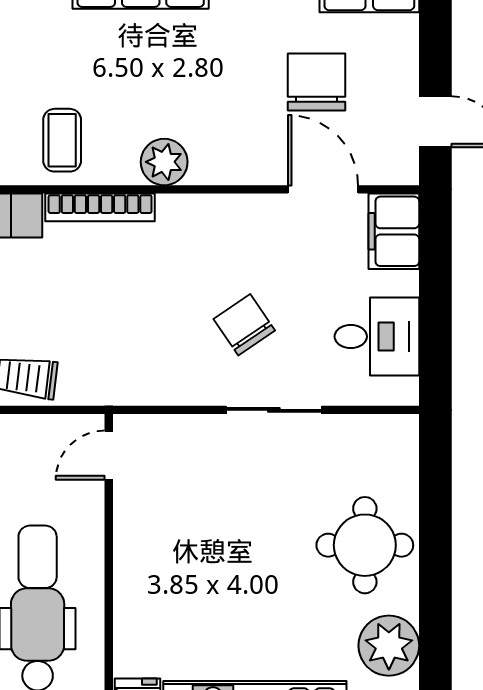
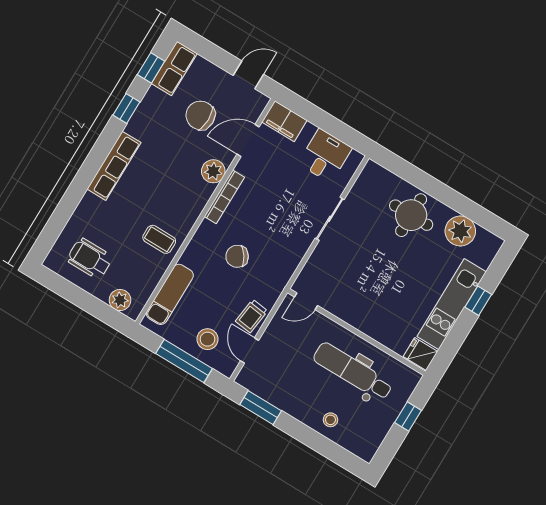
plant: (164, 162) -> (213, 171), moved
bookcase: (100, 207) -> (224, 197), moved
chair: (244, 325) -> (237, 256), moved
door: (109, 455) -> (306, 301), hinge flipped

